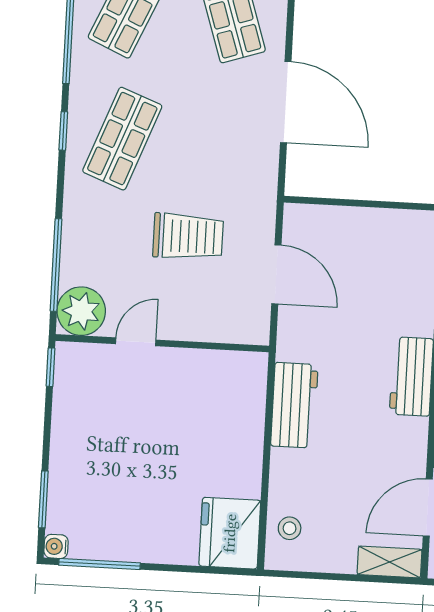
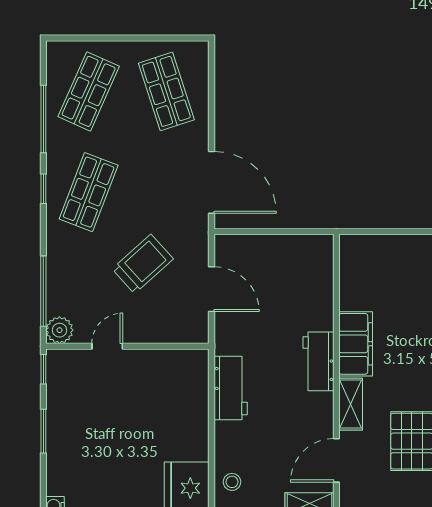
door: (286, 102) -> (212, 182), moved
trolley: (188, 236) -> (143, 264), turned -42
plant: (81, 311) -> (59, 330), width x0.73, depth x0.73
window: (43, 499) -> (43, 431), moved

